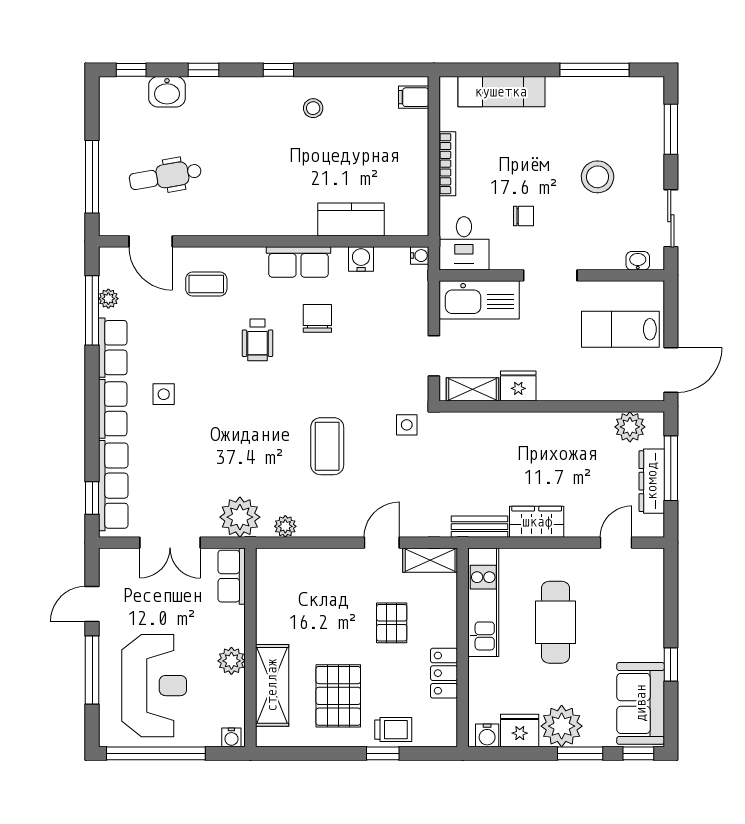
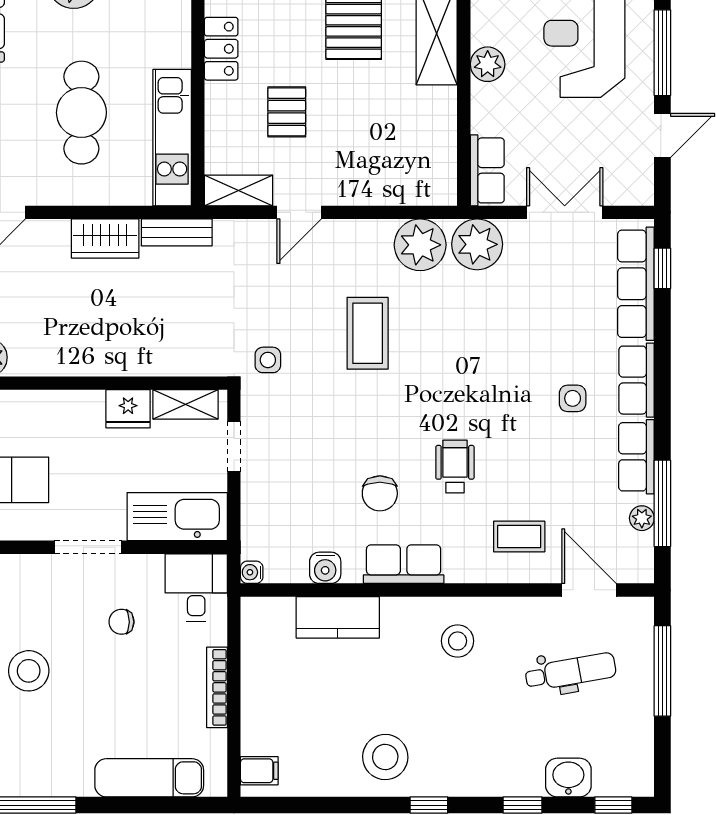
stool: (313, 108) -> (385, 757), width x1.89, depth x1.89
stool: (255, 201) -> (458, 641), added
plant: (285, 526) -> (420, 245), width x1.88, depth x1.88

